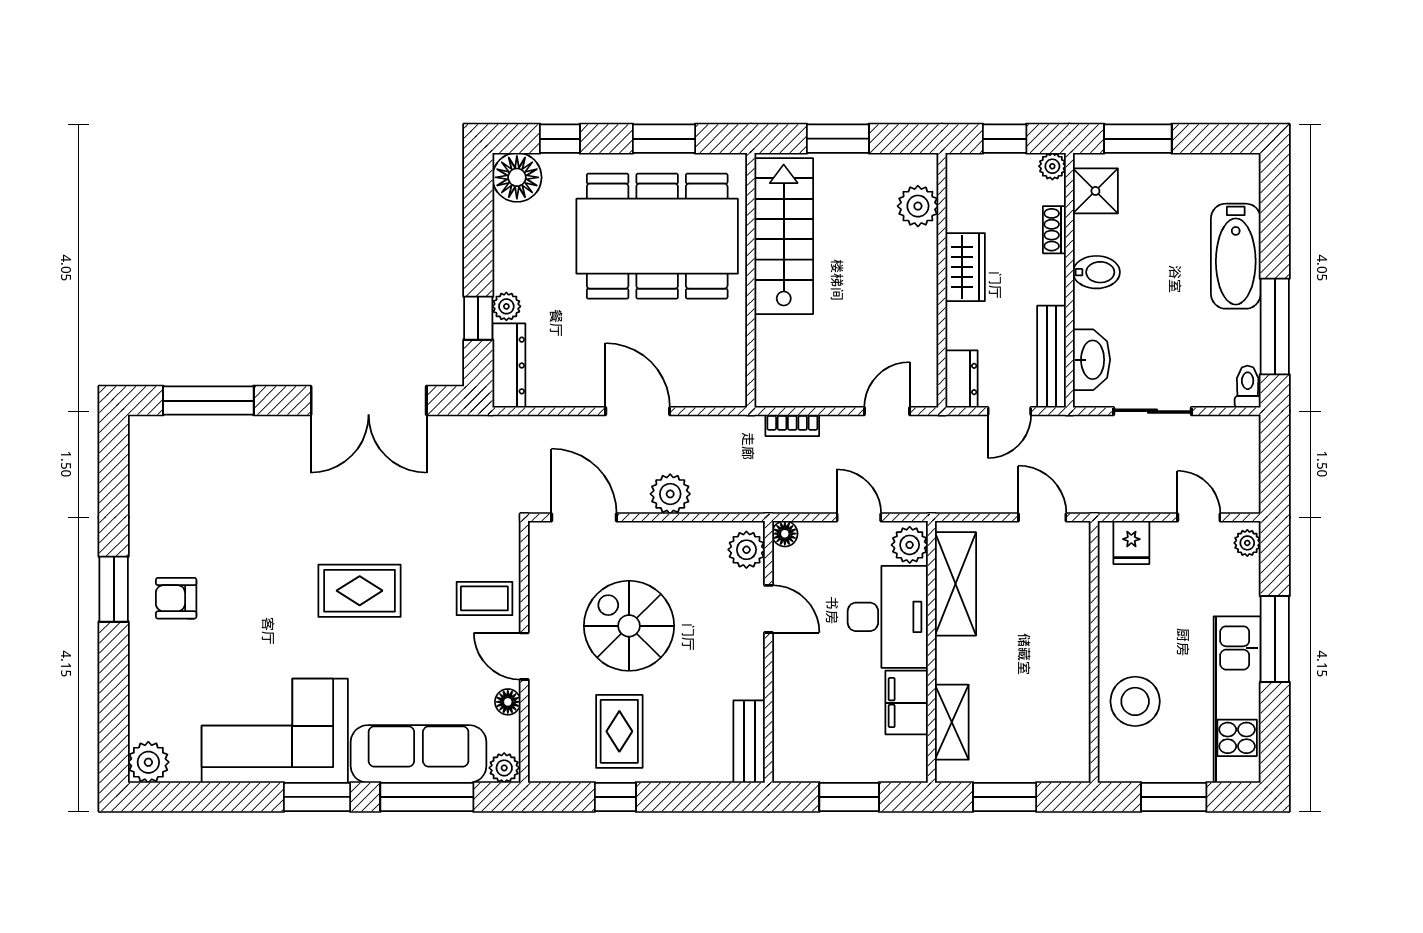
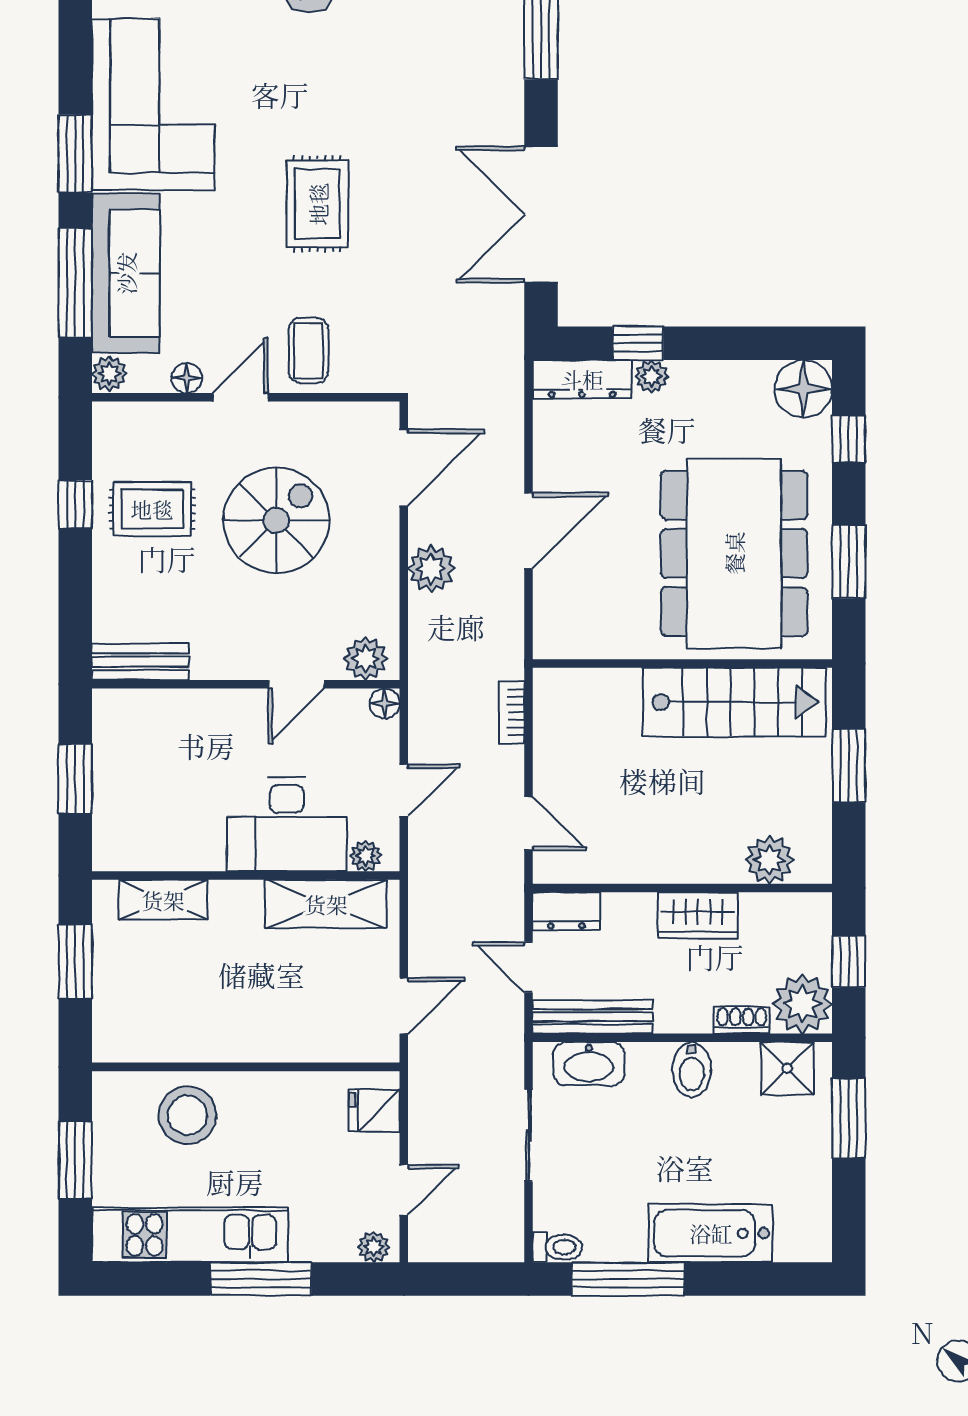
plant: (1052, 166) -> (802, 1004), width x1.87, depth x1.87
plant: (910, 545) -> (366, 856), width x0.73, depth x0.73
filing cabinet: (907, 703) -> (186, 846), removed

